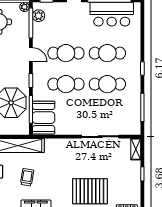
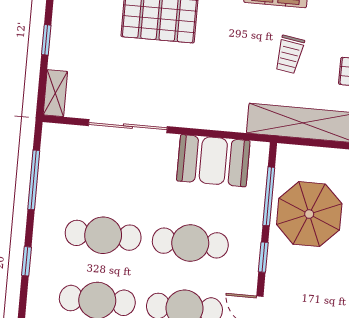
booth: (44, 118) -> (213, 161), moved, turned 90

